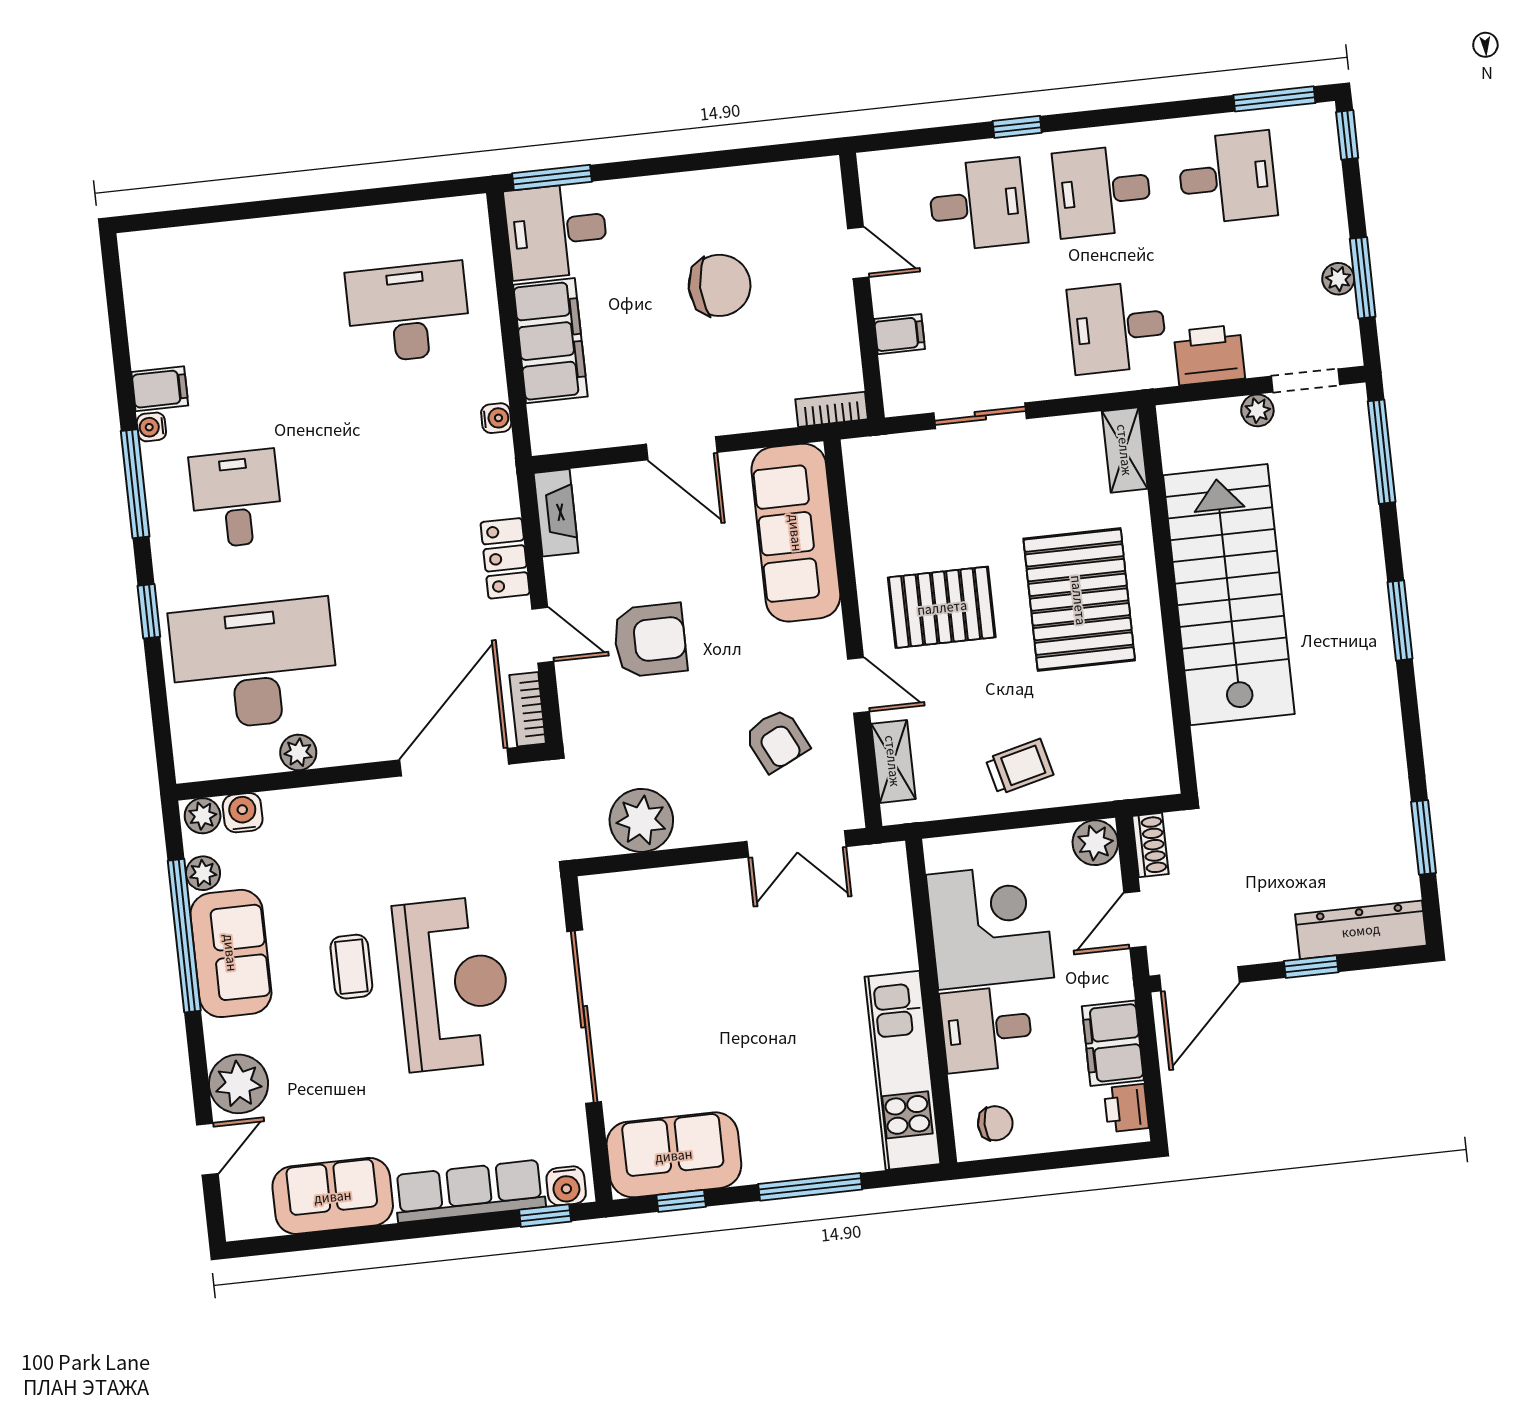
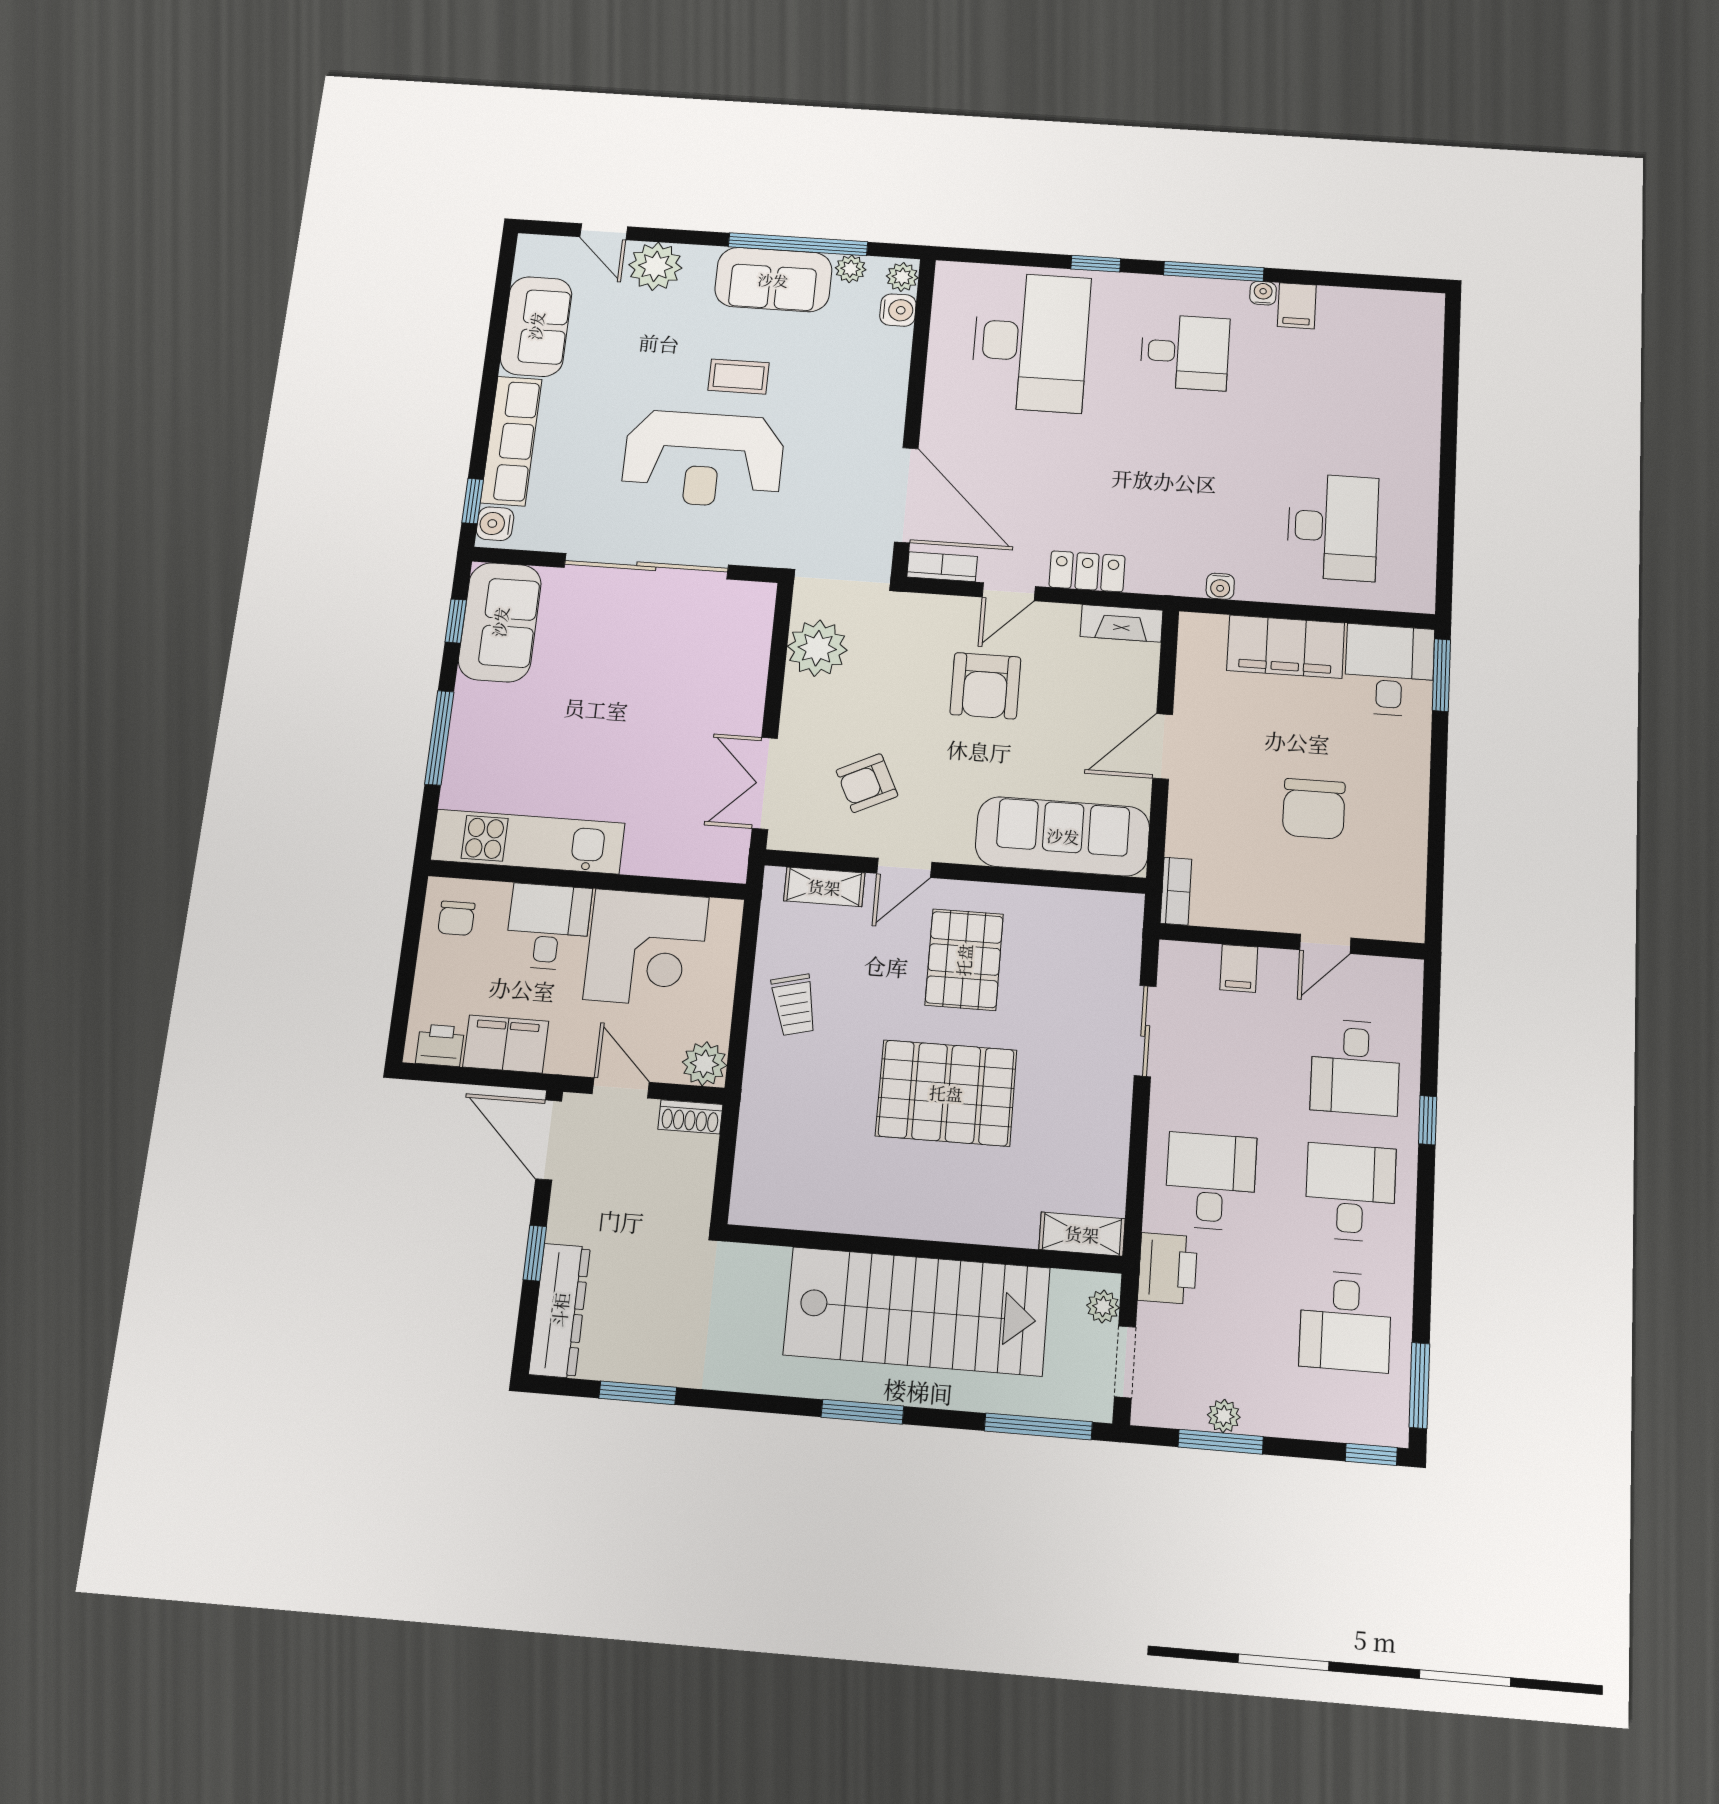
shelving: (1125, 450) -> (1082, 1234), moved
stairs: (1229, 595) -> (917, 1311), moved
wall: (1168, 599) -> (924, 1249), moved
plant: (298, 752) -> (943, 365), removed

